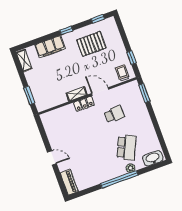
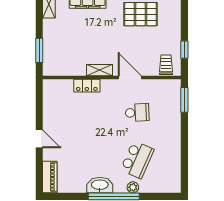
locker: (84, 104) -> (87, 86), moved
washbasin: (153, 158) -> (100, 185), moved

